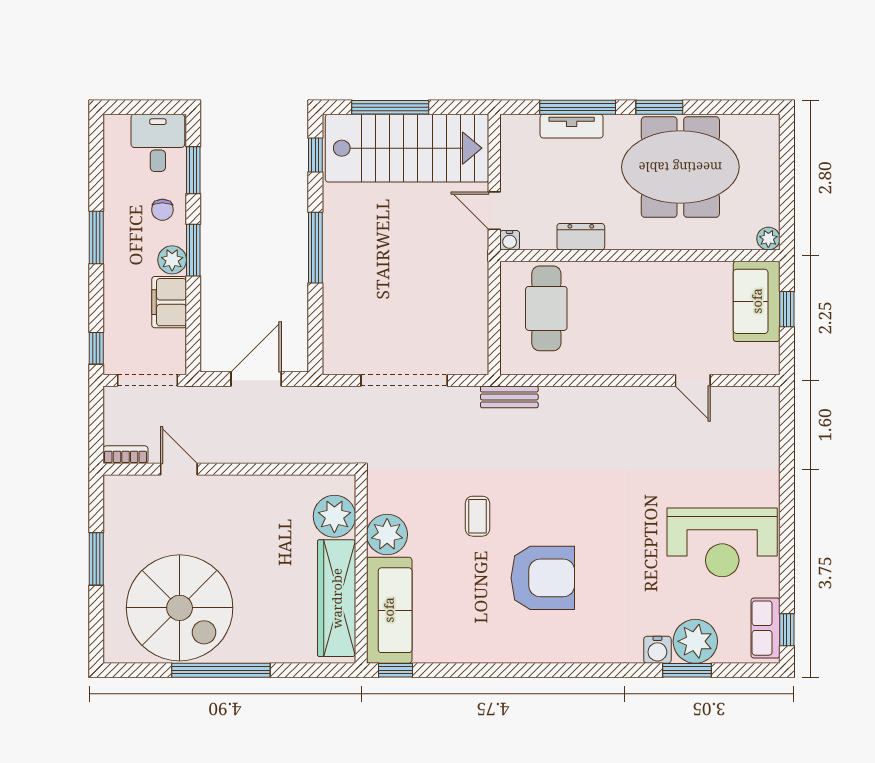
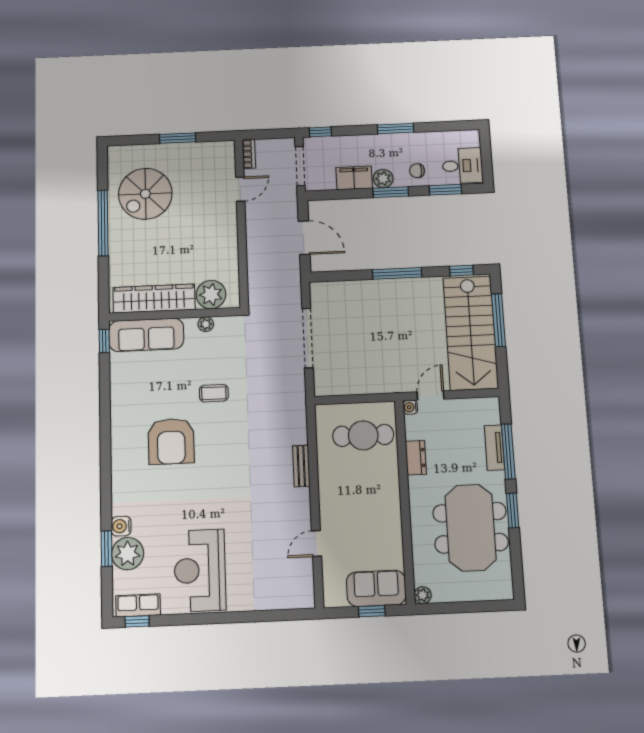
bench: (509, 397) -> (301, 466), moved
plant: (387, 534) -> (206, 324), width x0.53, depth x0.53
spiral stairs: (180, 608) -> (145, 194), width x0.73, depth x0.73

